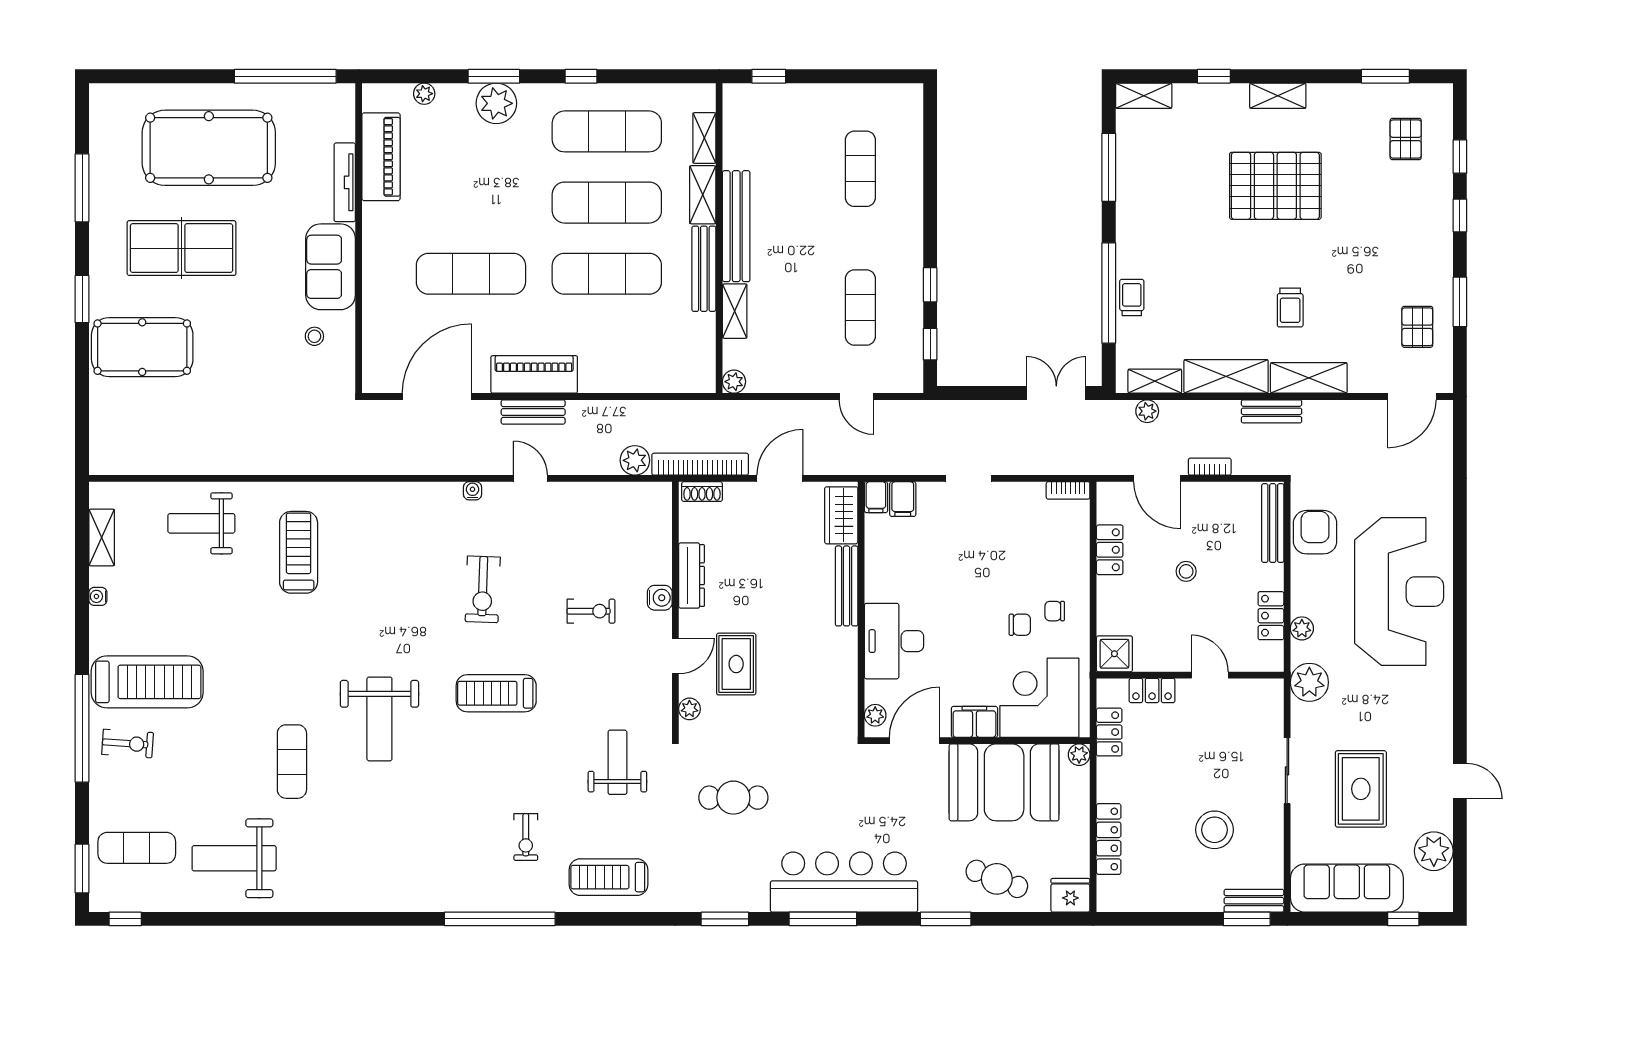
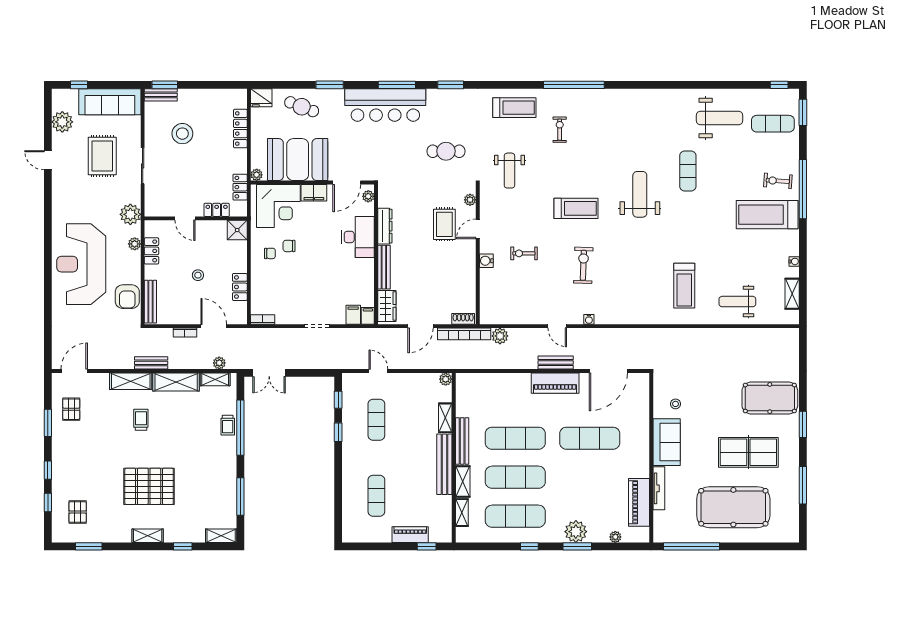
piano: (799, 98) -> (410, 535), added
weight bench: (201, 523) -> (737, 302), turned 180
dresser: (691, 576) -> (385, 226), moved, turned 180

